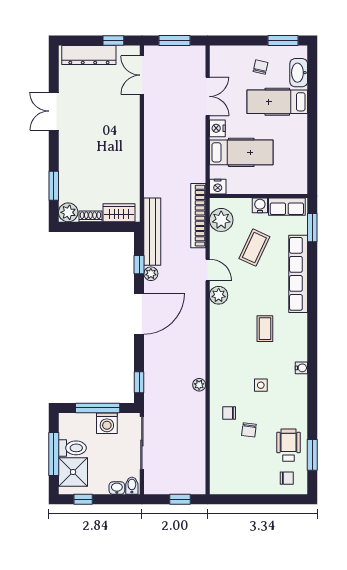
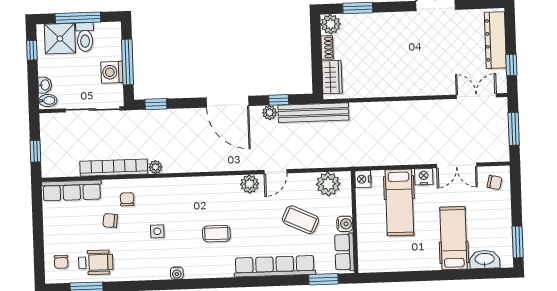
chair: (261, 67) -> (495, 182), moved
bookcase: (198, 216) -> (114, 168), moved
row of seats: (219, 466) -> (72, 190), added

